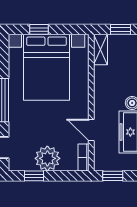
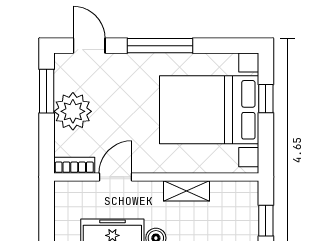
shelving: (101, 50) -> (187, 191), moved
window: (34, 176) -> (47, 91), width x1.50
window: (113, 176) -> (47, 209), removed

